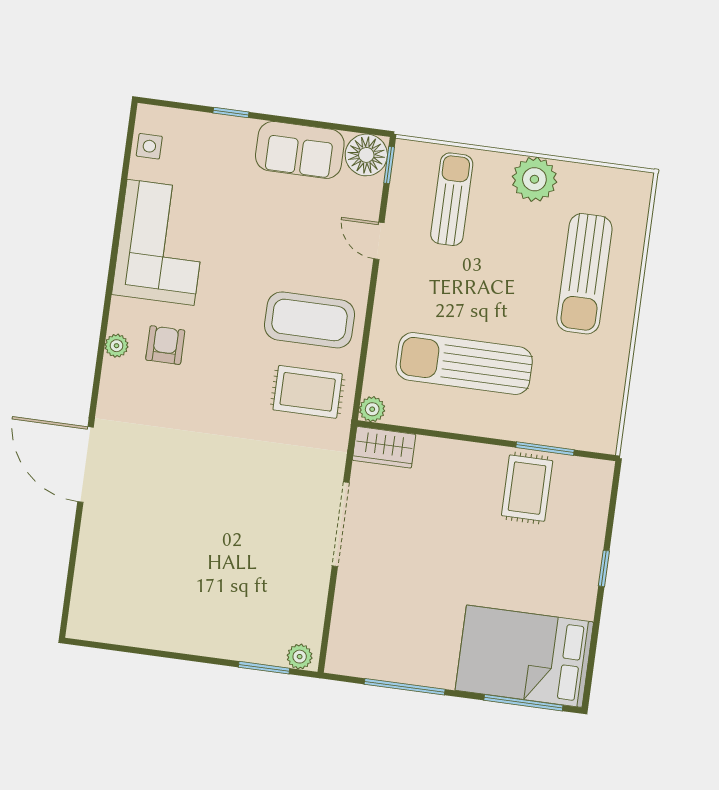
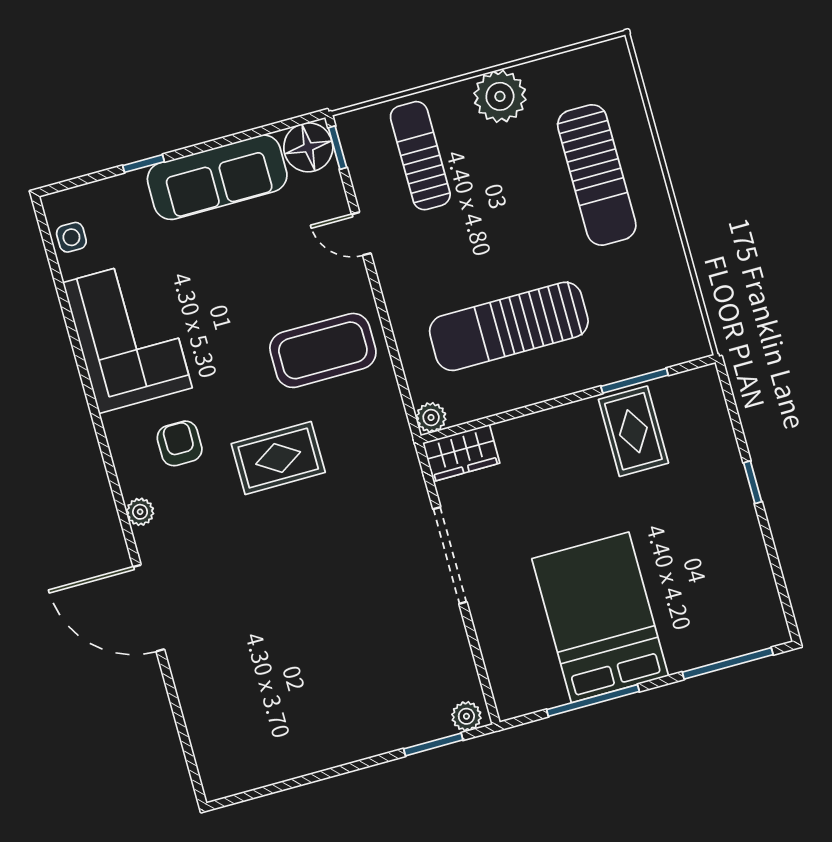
sofa: (300, 150) -> (217, 177), width x1.36
plant: (117, 346) -> (140, 512), moved
rug: (308, 392) -> (278, 458), moved
bed: (524, 656) -> (600, 617), moved, turned 90

